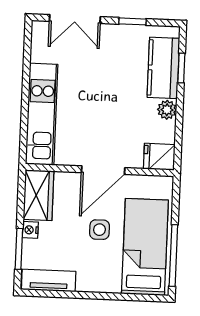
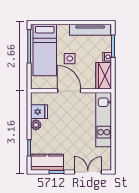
kitchen counter: (163, 68) -> (47, 162), moved, turned -90
fridge: (159, 157) -> (39, 112), moved
door: (103, 170) -> (69, 91), hinge flipped
tv unit: (49, 281) -> (90, 30), width x1.41

